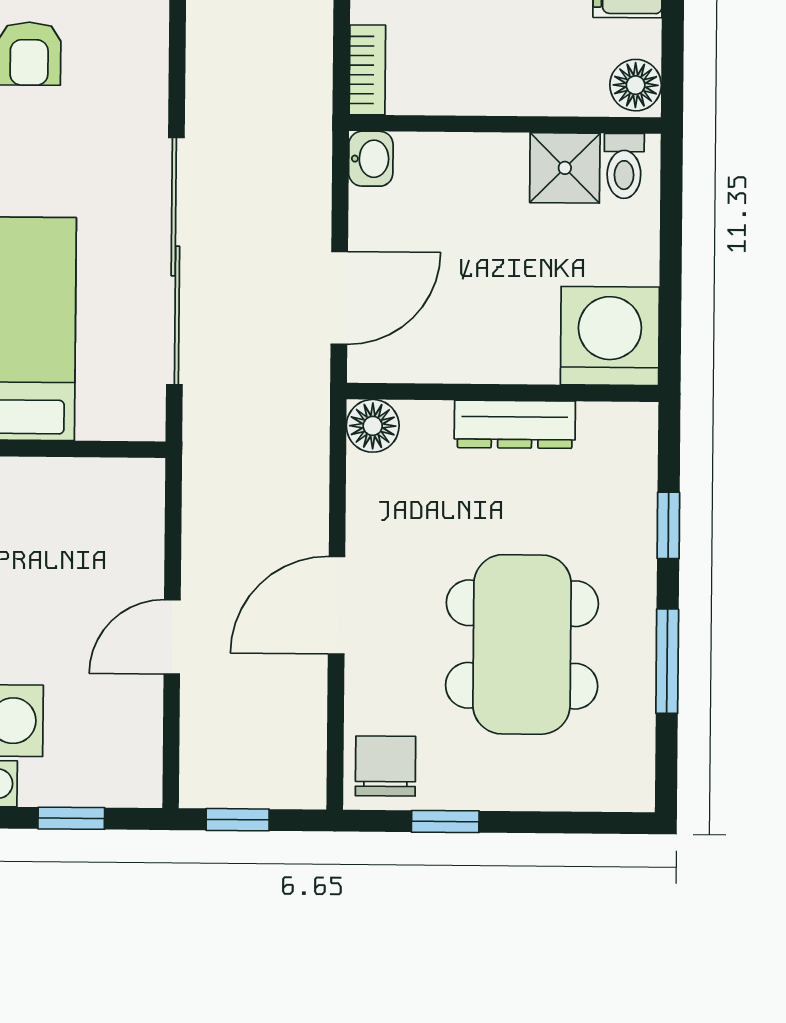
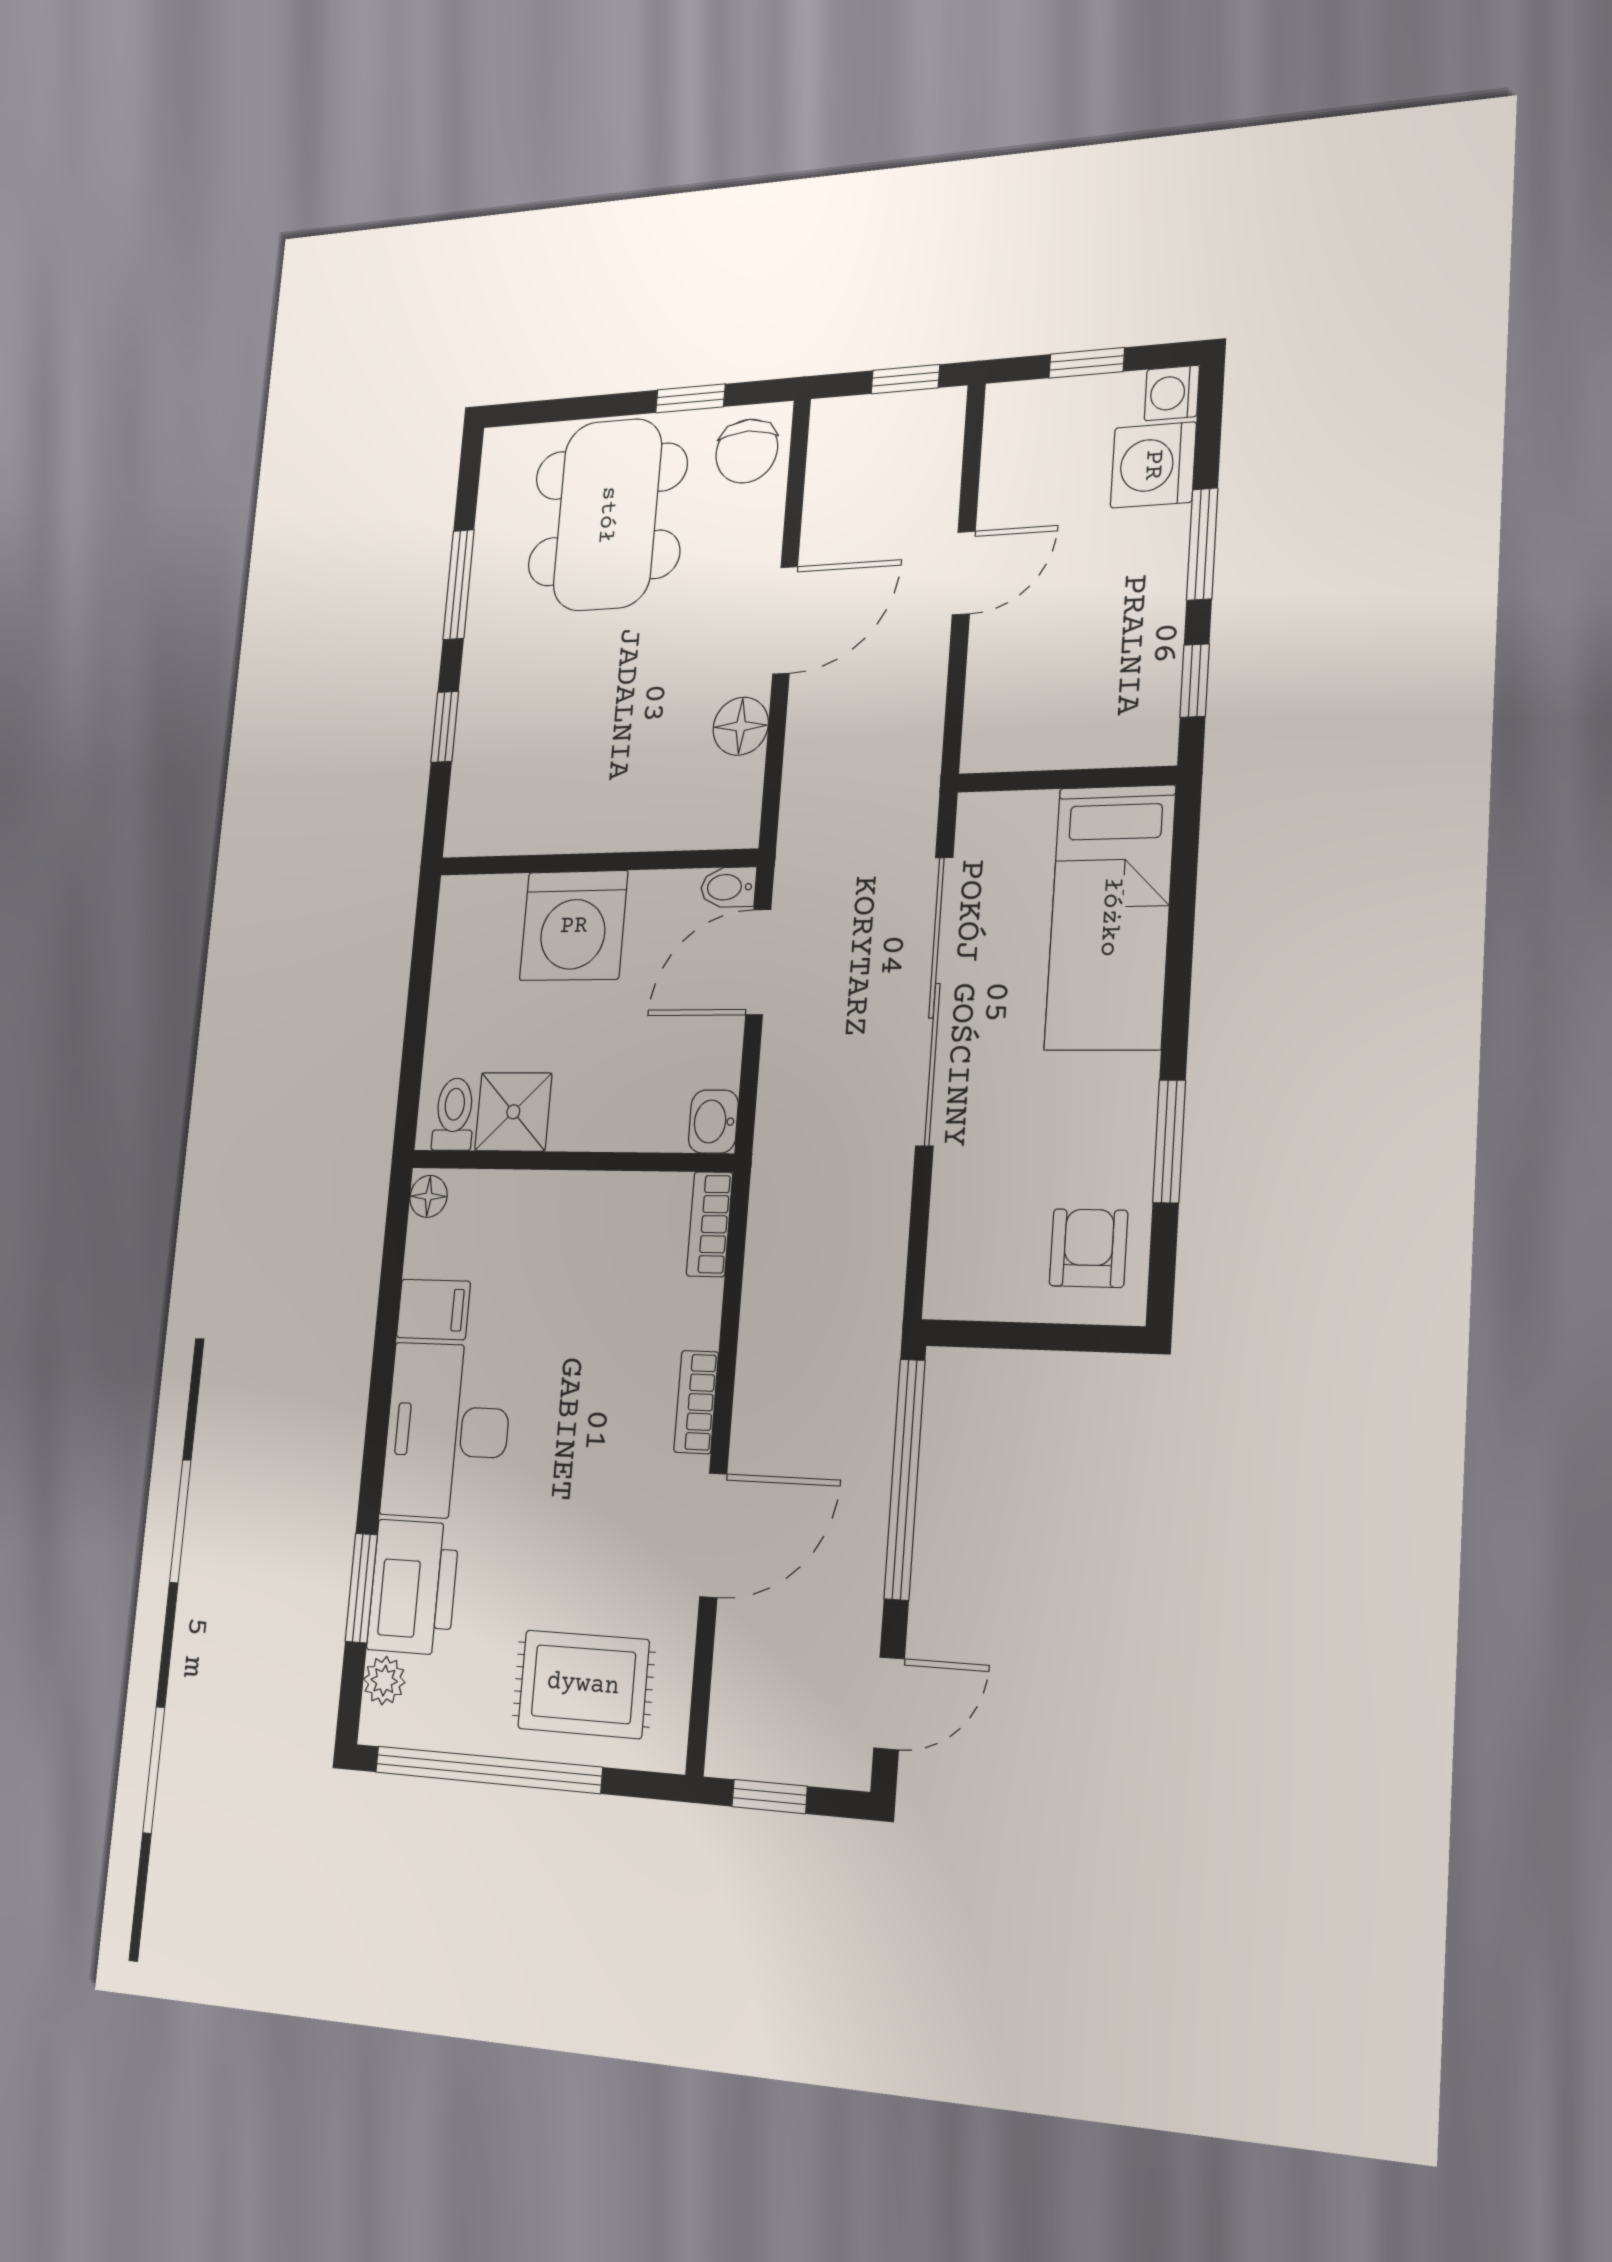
floor lamp: (636, 85) -> (429, 1196), width x0.73, depth x0.73
washing machine: (610, 336) -> (574, 926), moved
bidet: (373, 365) -> (728, 887), added
dresser: (515, 424) -> (587, 828), removed
floor lamp: (373, 426) -> (741, 726), moved
dining table: (522, 644) -> (607, 515), moved

